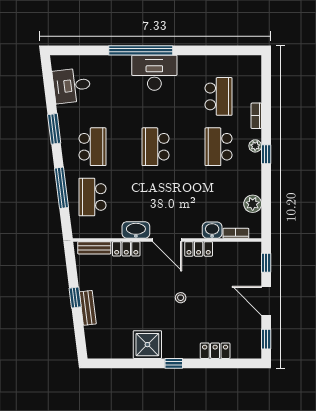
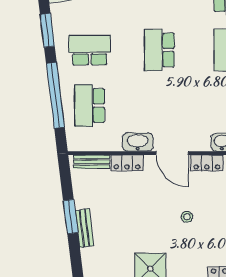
school desk: (92, 147) -> (90, 50), turned -90
window: (62, 188) -> (55, 95), width x1.46
window: (75, 298) -> (71, 217), width x1.50

